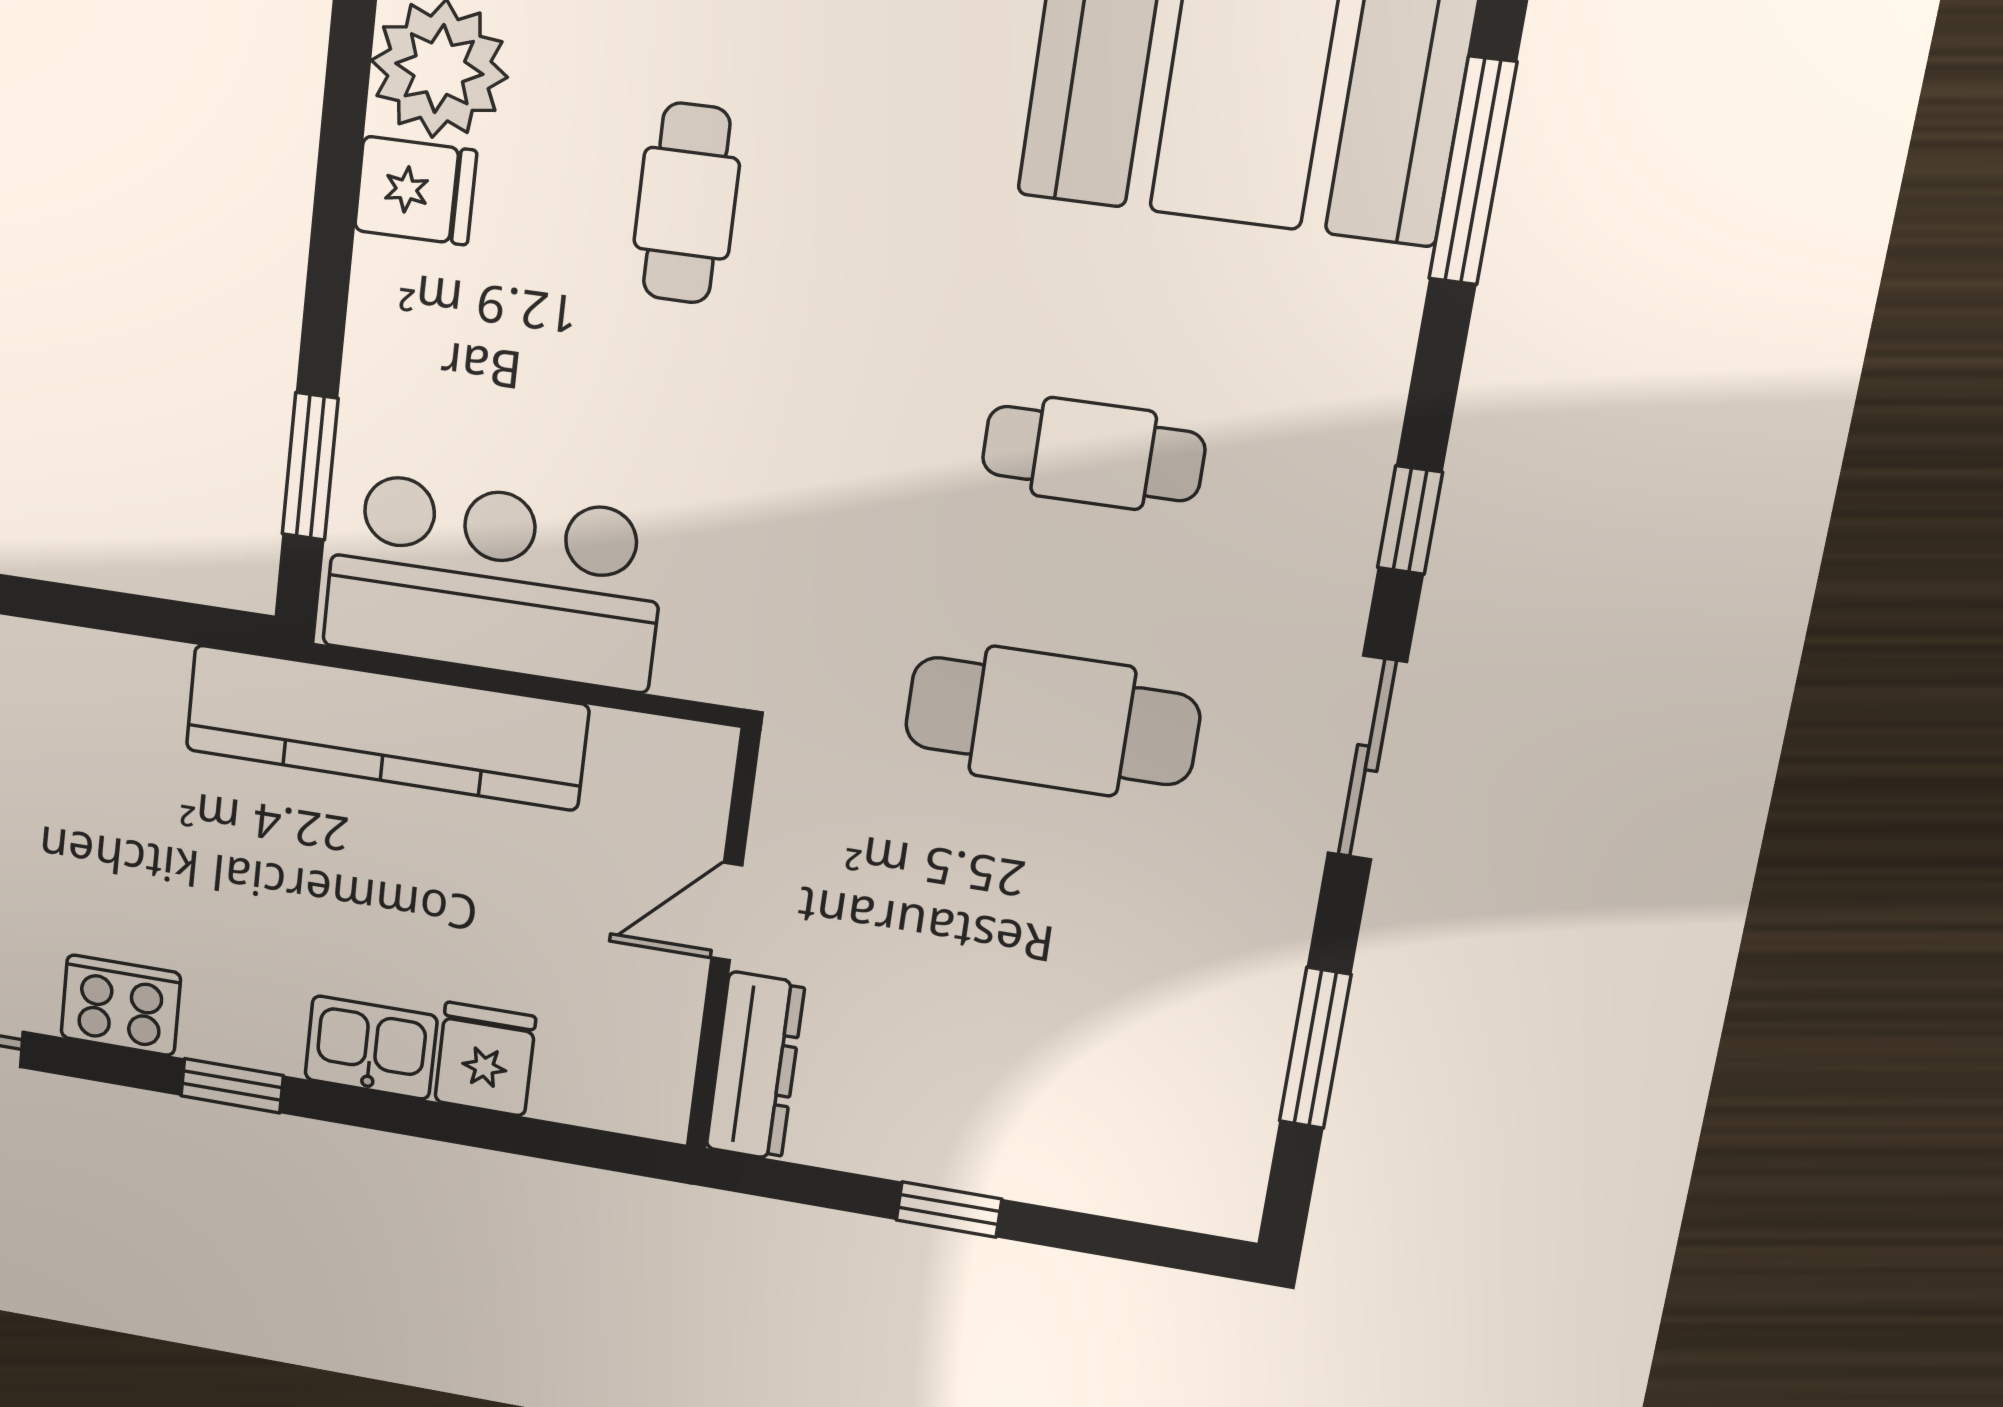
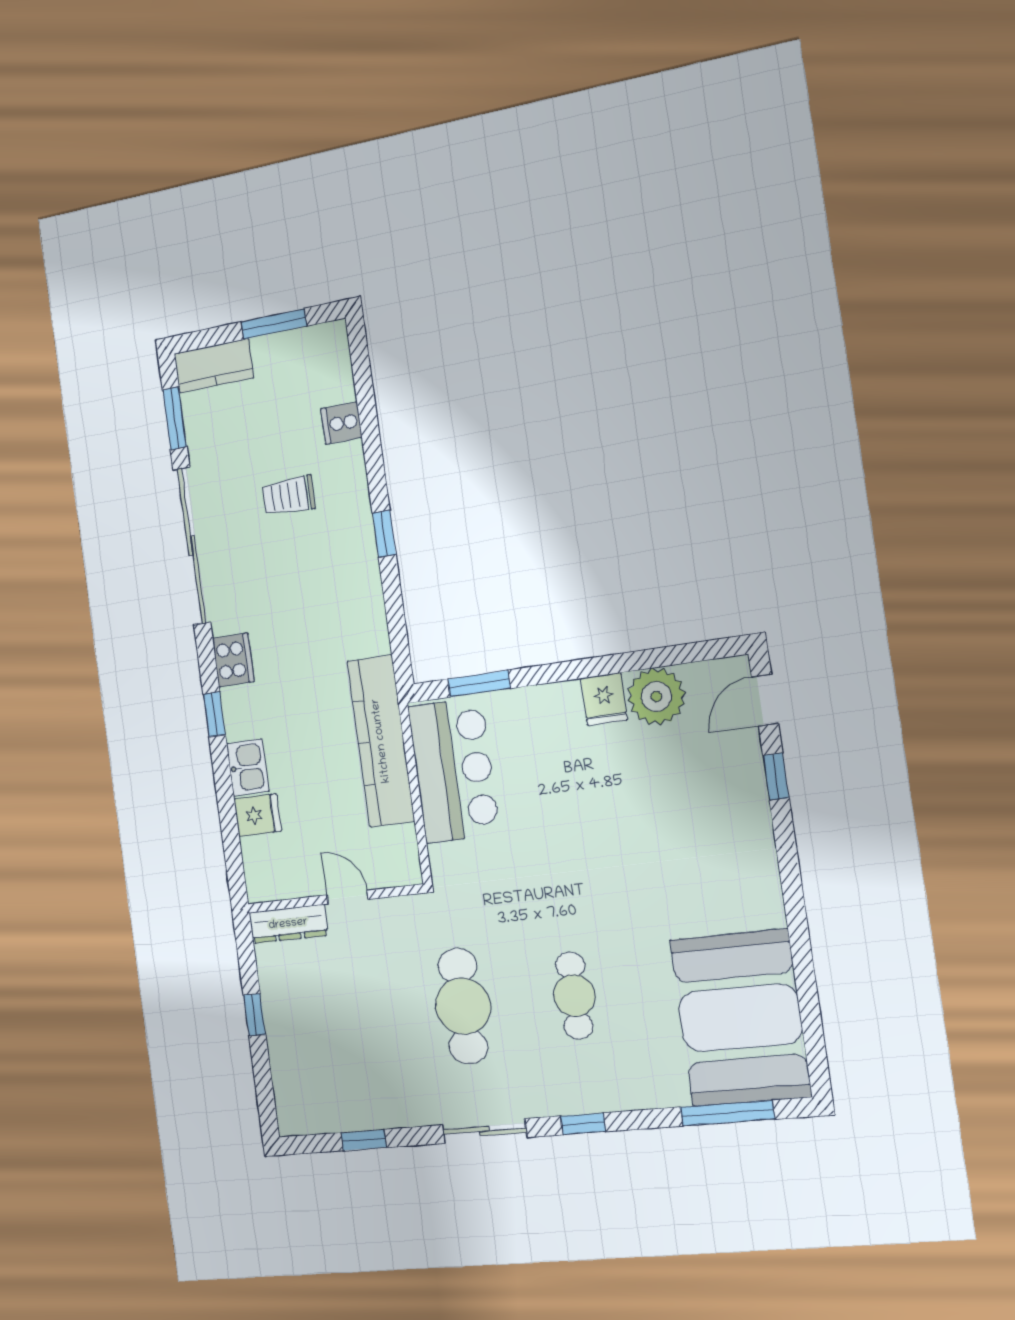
cafe table: (687, 203) -> (629, 810), removed
window: (1315, 1048) -> (364, 1140), width x0.67

